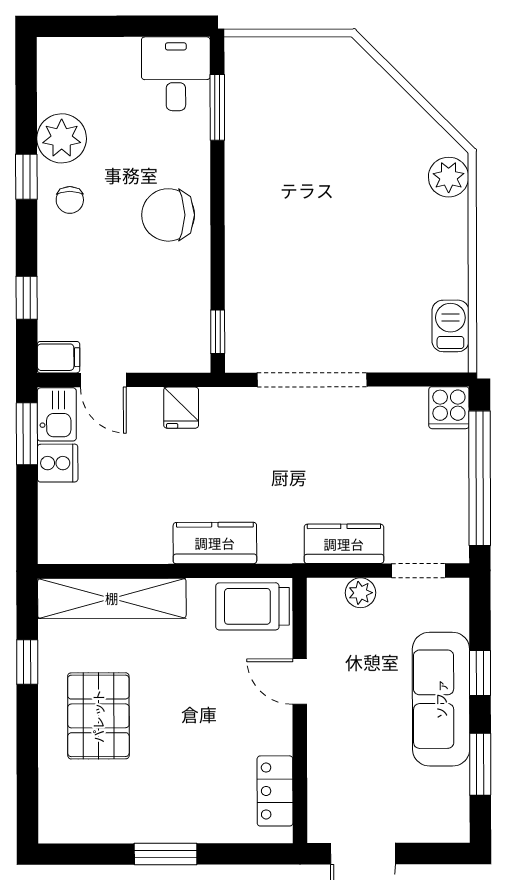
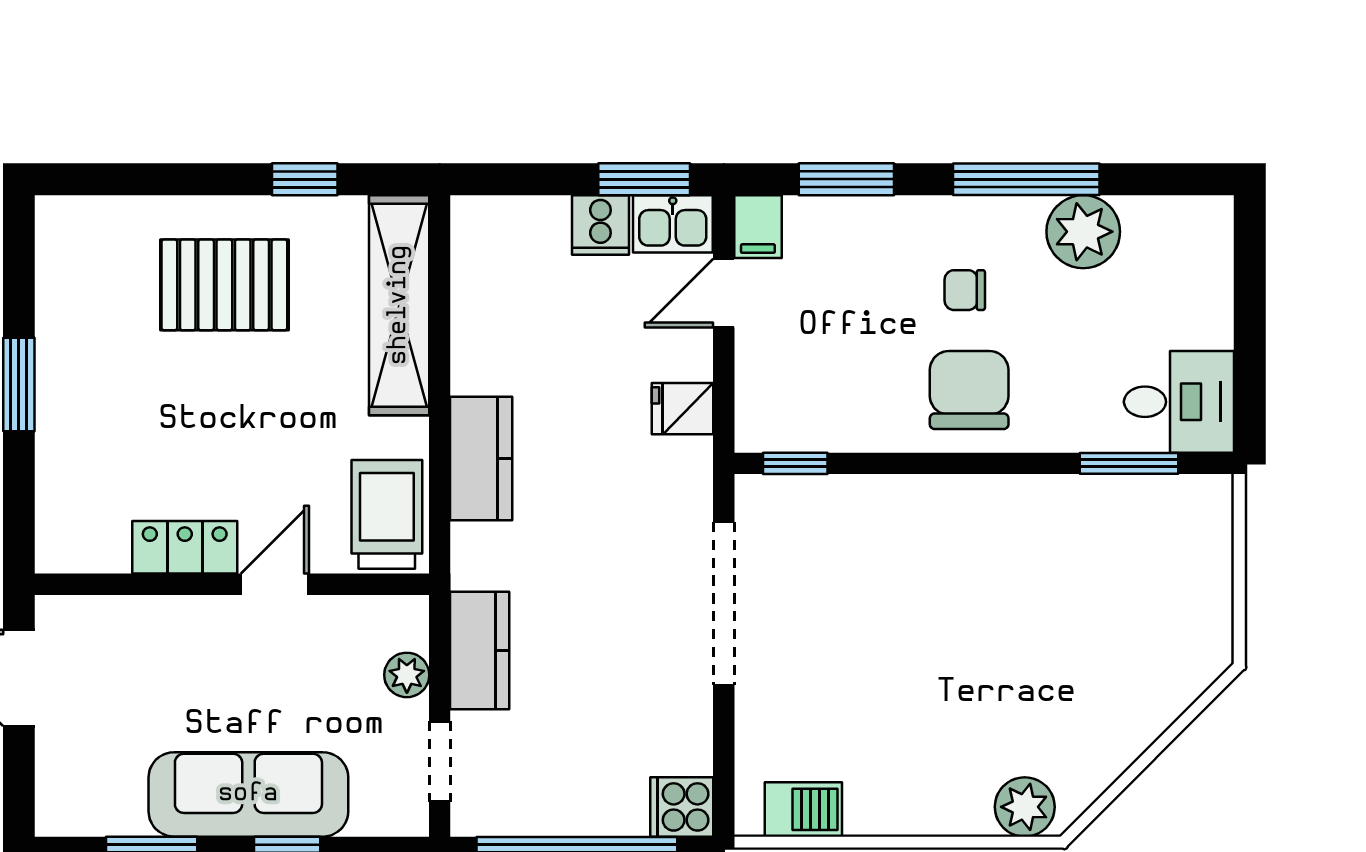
window: (26, 177) -> (1026, 179), width x2.17
chair: (70, 200) -> (965, 290), moved
window: (27, 298) -> (846, 179), width x1.50
locker: (275, 791) -> (185, 547), moved

